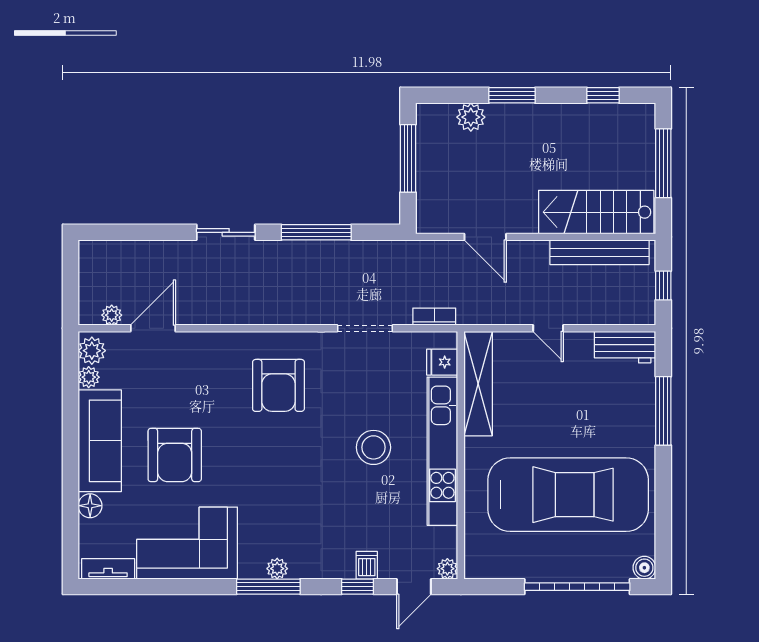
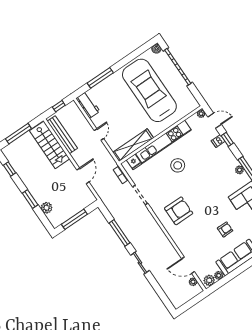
armchair: (175, 455) -> (225, 229), width x0.53, depth x0.53

